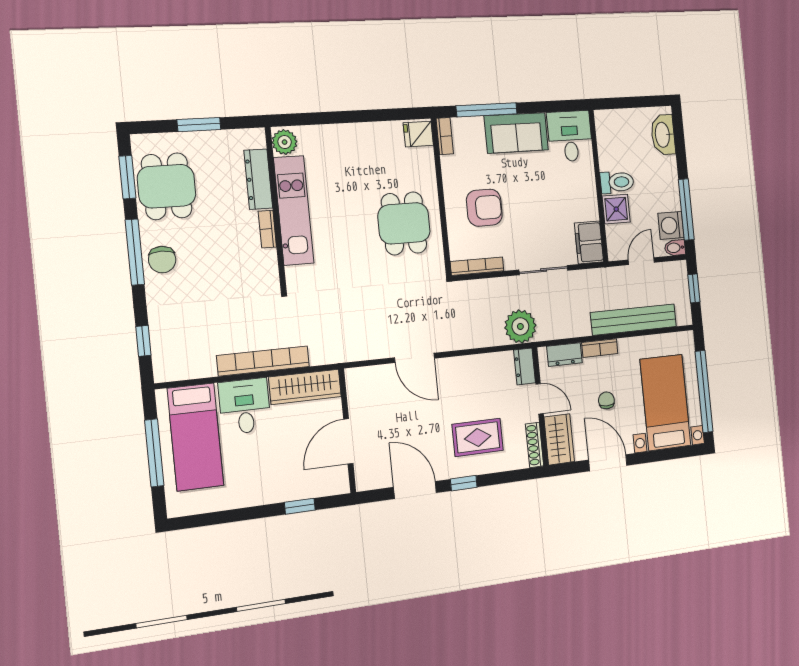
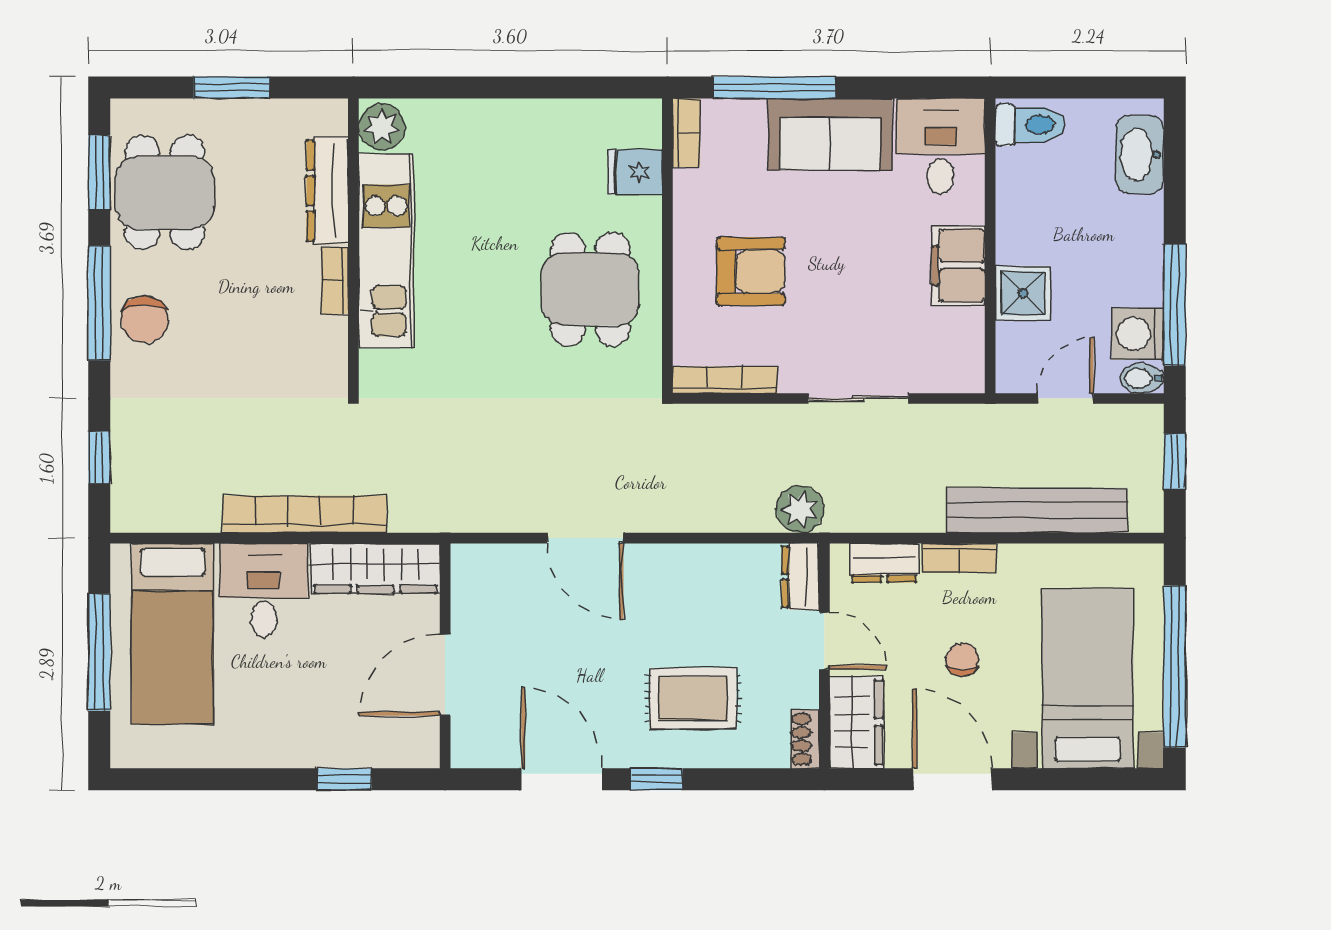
fridge: (418, 134) -> (635, 172), moved
toilet: (617, 182) -> (1030, 125), moved
filing cabinet: (589, 242) -> (958, 265), moved
plant: (520, 326) -> (800, 509), width x0.73, depth x0.73
shoe rack: (535, 445) -> (805, 739), width x0.70

